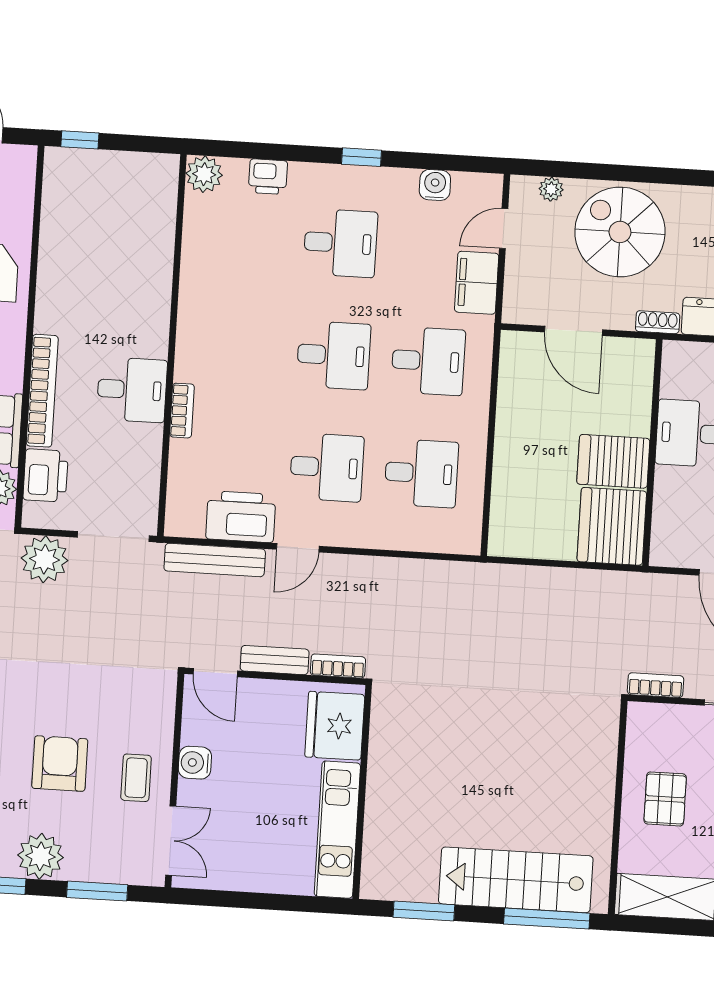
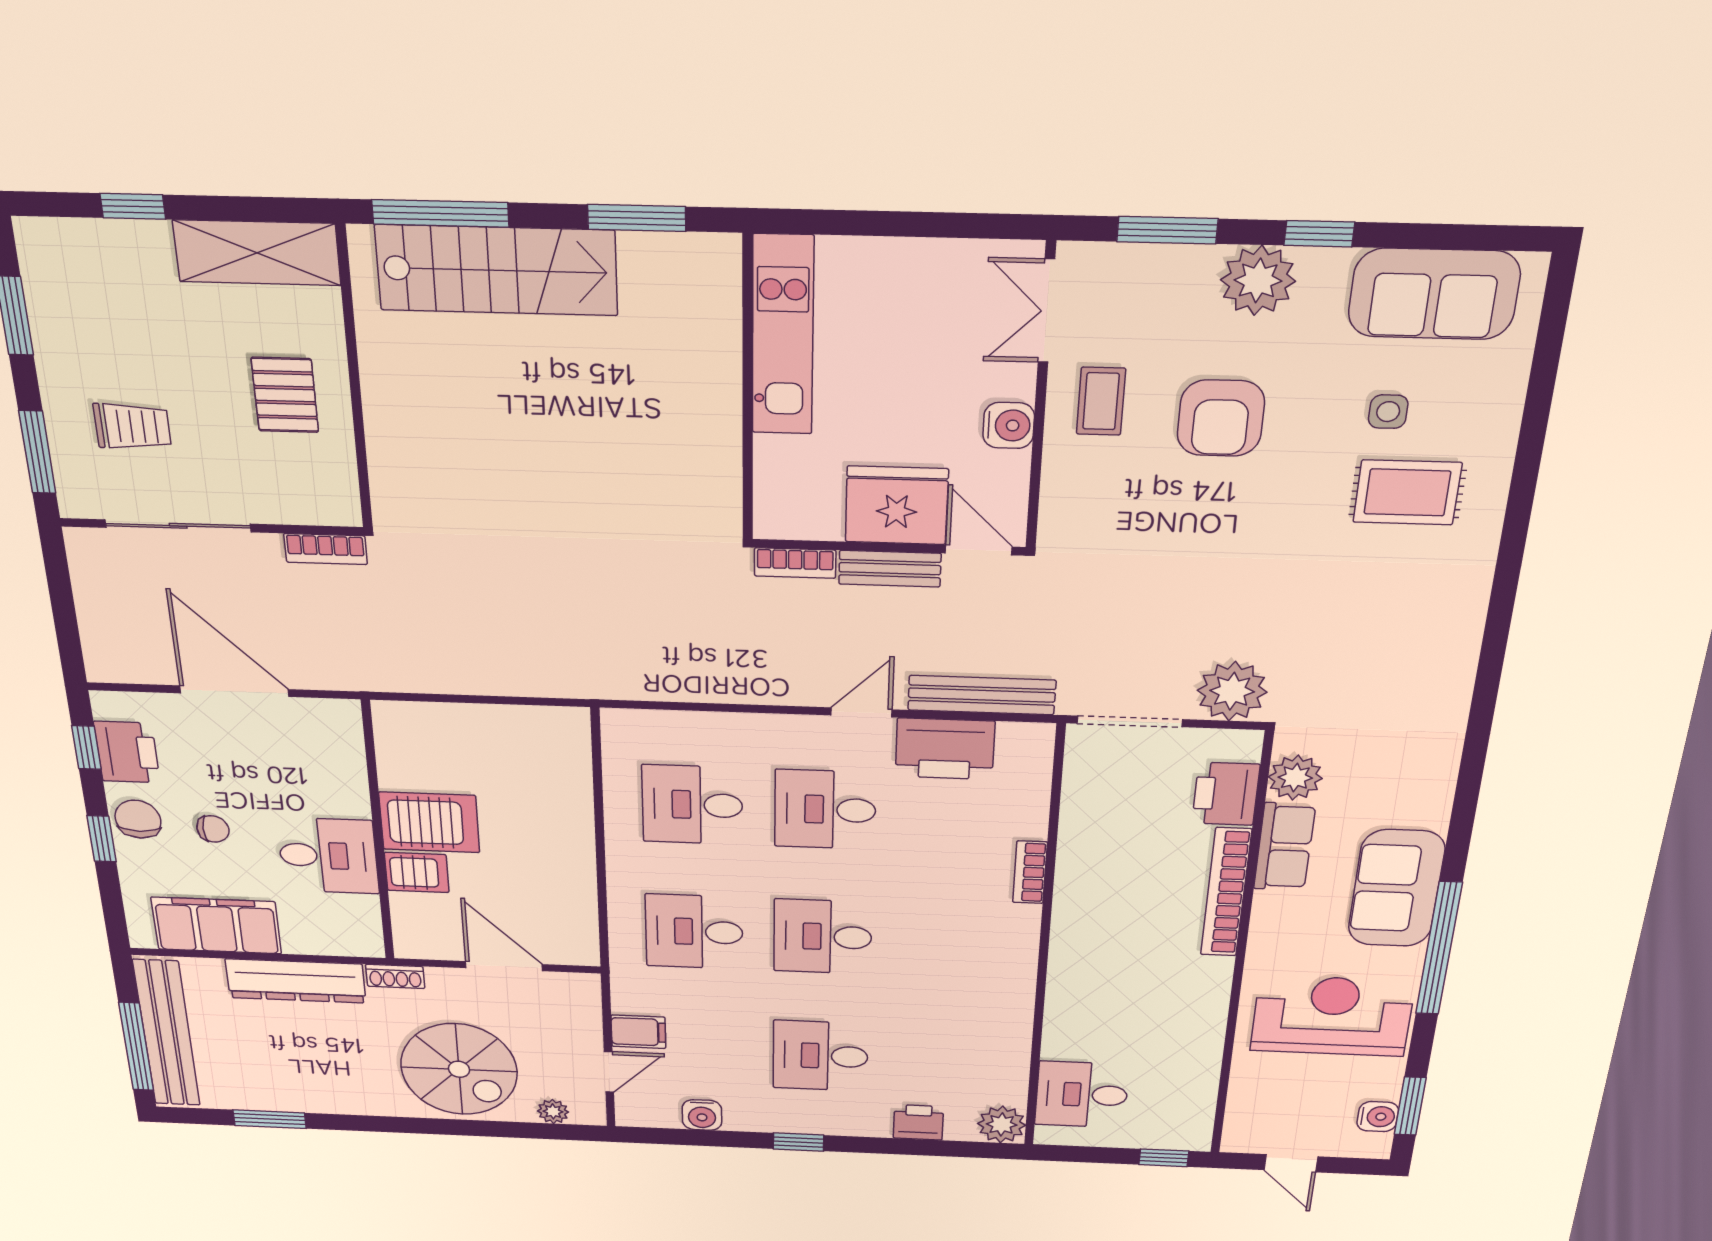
filing cabinet: (477, 283) -> (638, 1032), width x0.50
desk: (132, 390) -> (1082, 1095), moved
server rack: (612, 526) -> (417, 872), moved, width x0.46, depth x0.70
fridge: (335, 726) -> (897, 505), moved, turned -90

